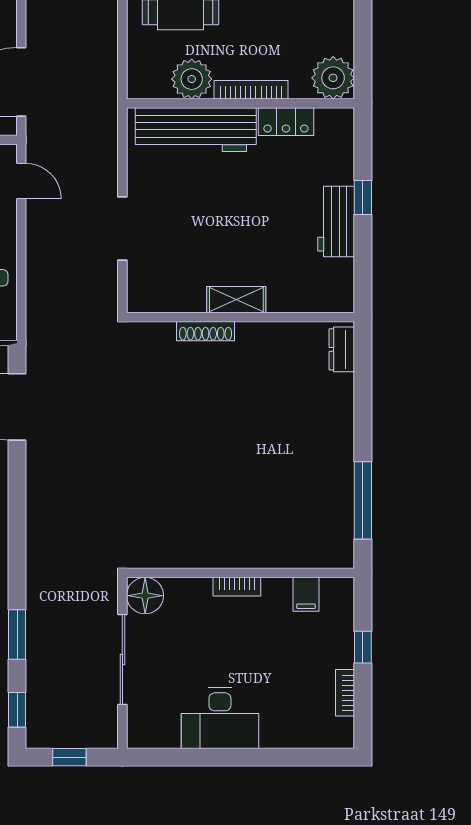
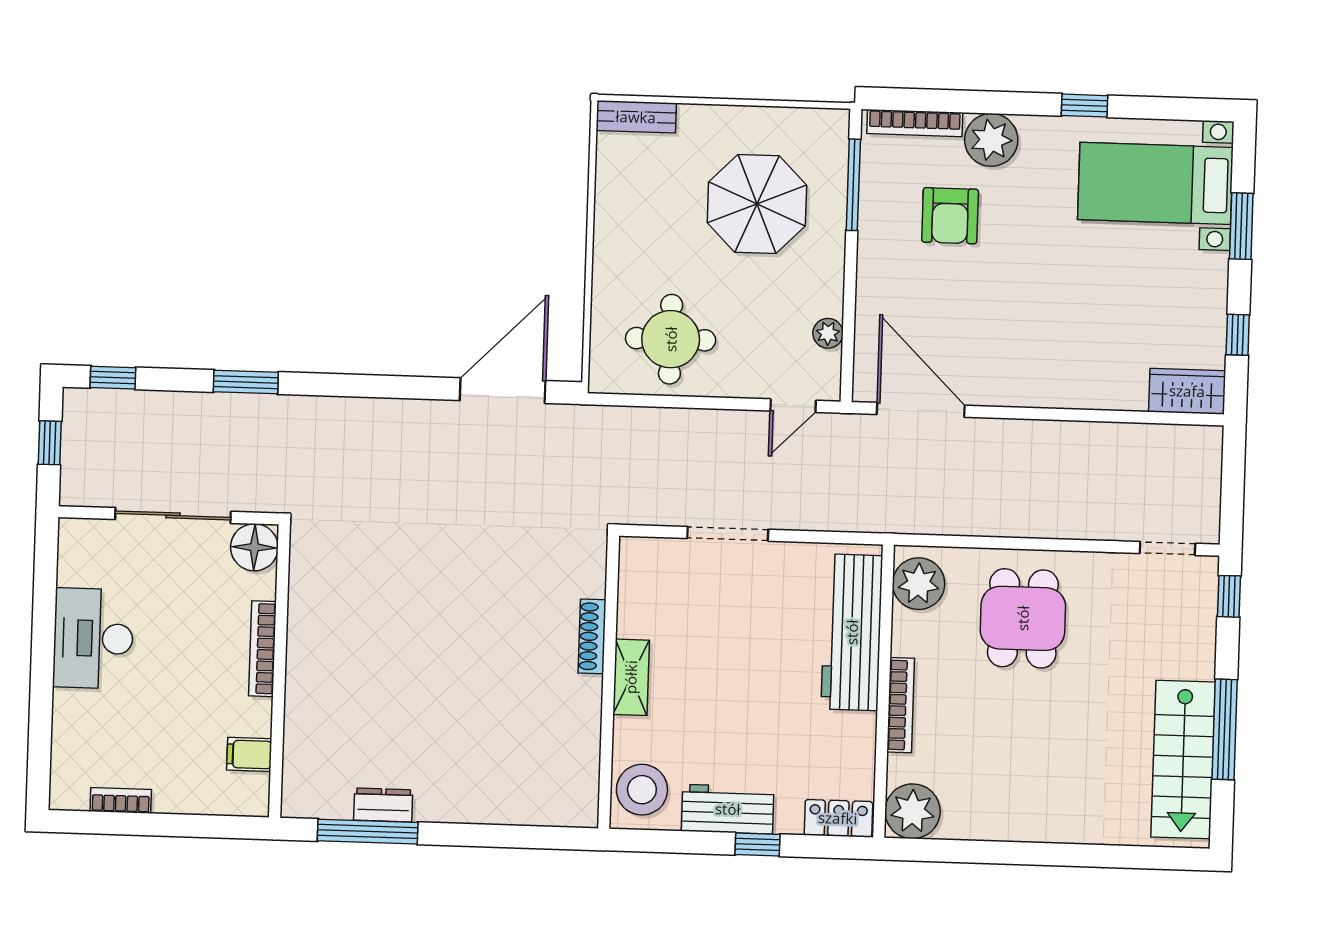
plant: (192, 79) -> (919, 584), moved
locker: (286, 122) -> (838, 818), moved, turned 90
stool: (323, 288) -> (642, 790), added
dresser: (342, 349) -> (383, 805), moved
bookcase: (237, 587) -> (262, 649), width x1.56
window: (17, 634) -> (246, 382), moved
window: (363, 647) -> (179, 825), removed

